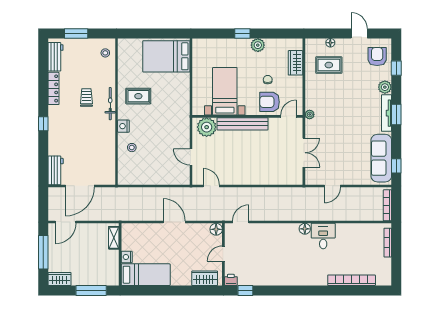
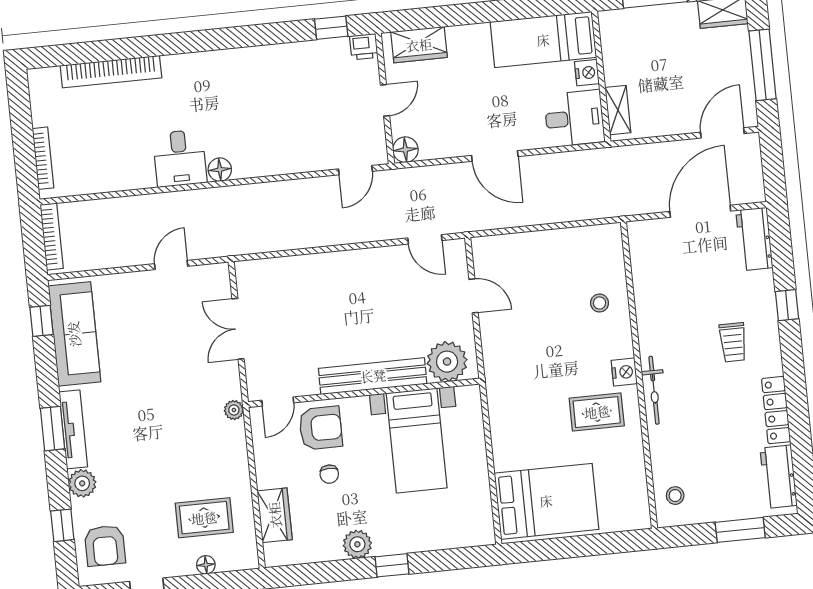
trolley: (86, 98) -> (733, 342), moved
window: (43, 124) -> (787, 305), moved
nightstand: (123, 126) -> (624, 372), moved
desk: (135, 236) -> (574, 118), added

